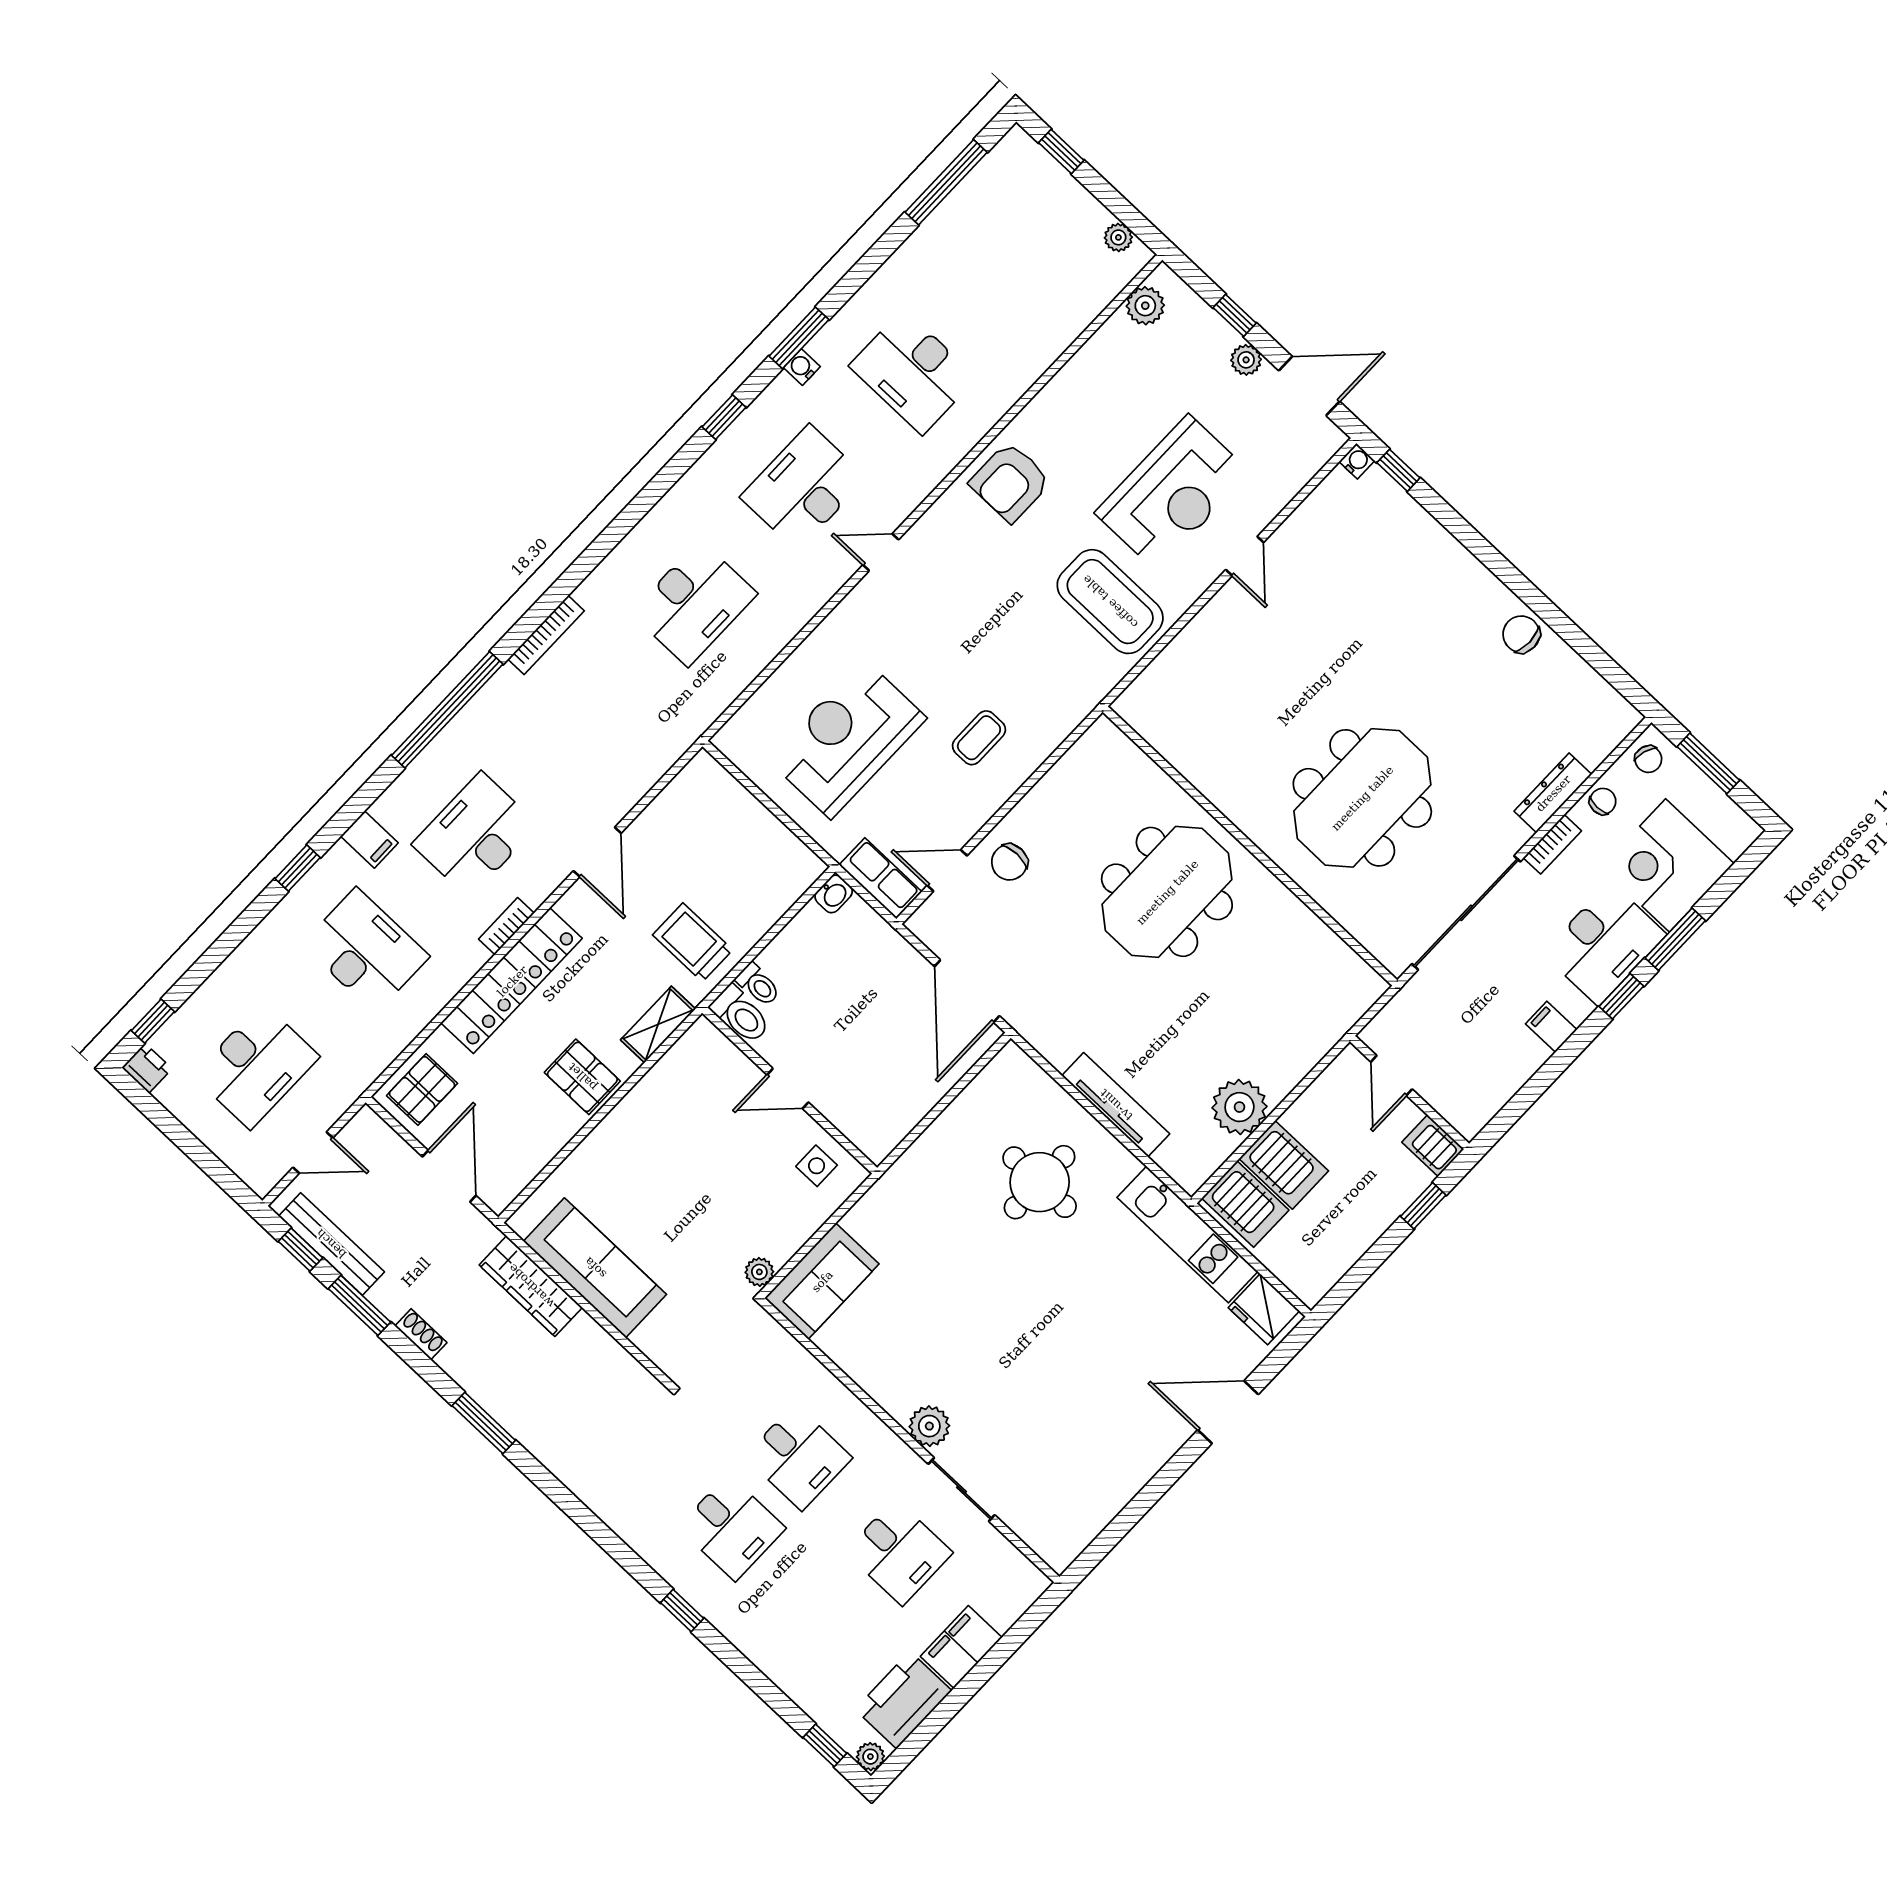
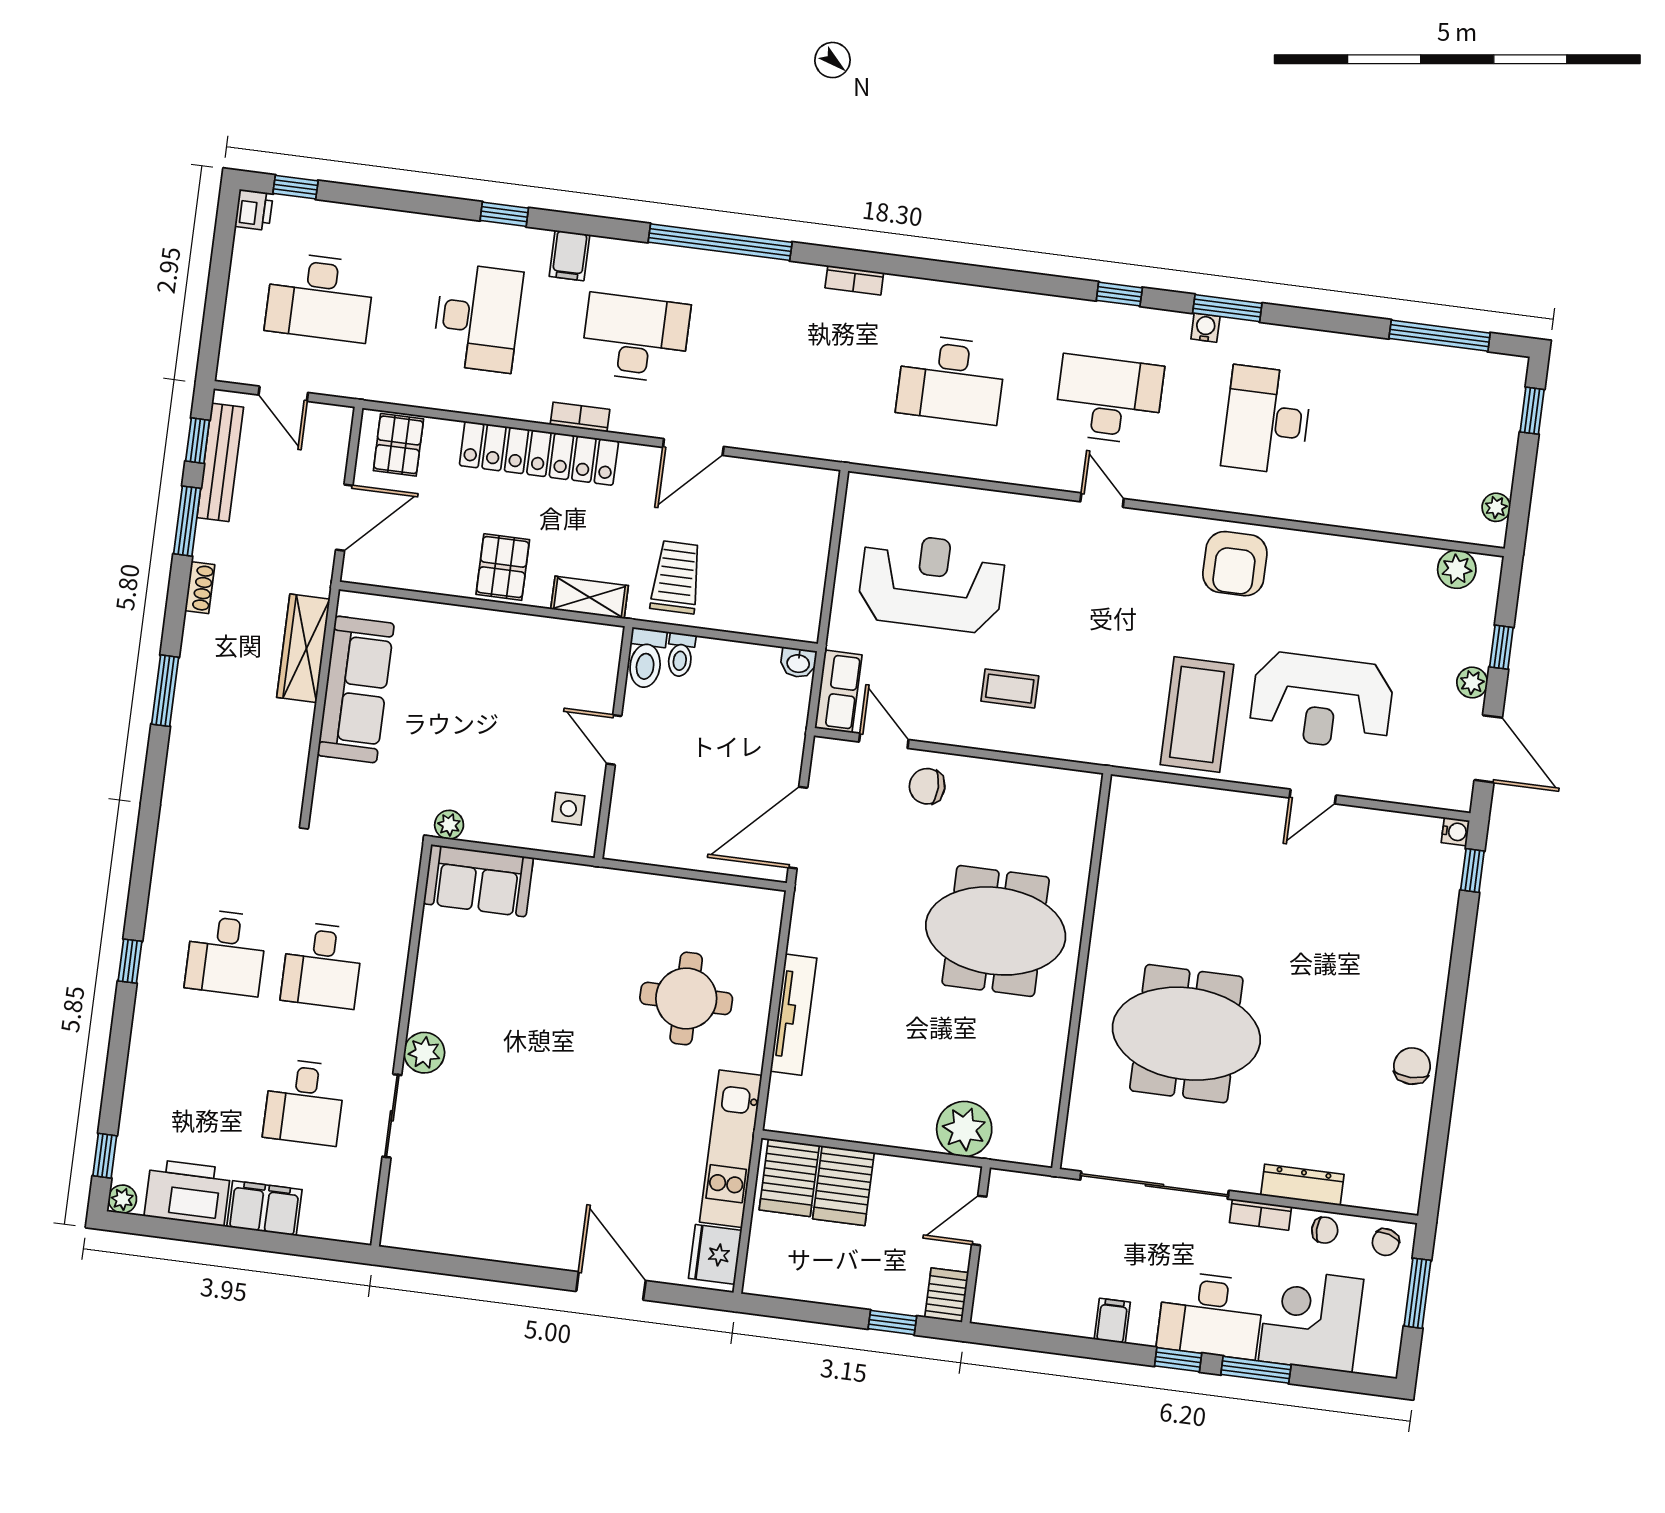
armchair: (1010, 482) -> (1235, 564), turned -90
bookcase: (546, 635) -> (854, 280), width x0.64
pallet: (422, 1089) -> (398, 445), turned 90
plant: (1239, 1107) -> (964, 1129), moved

